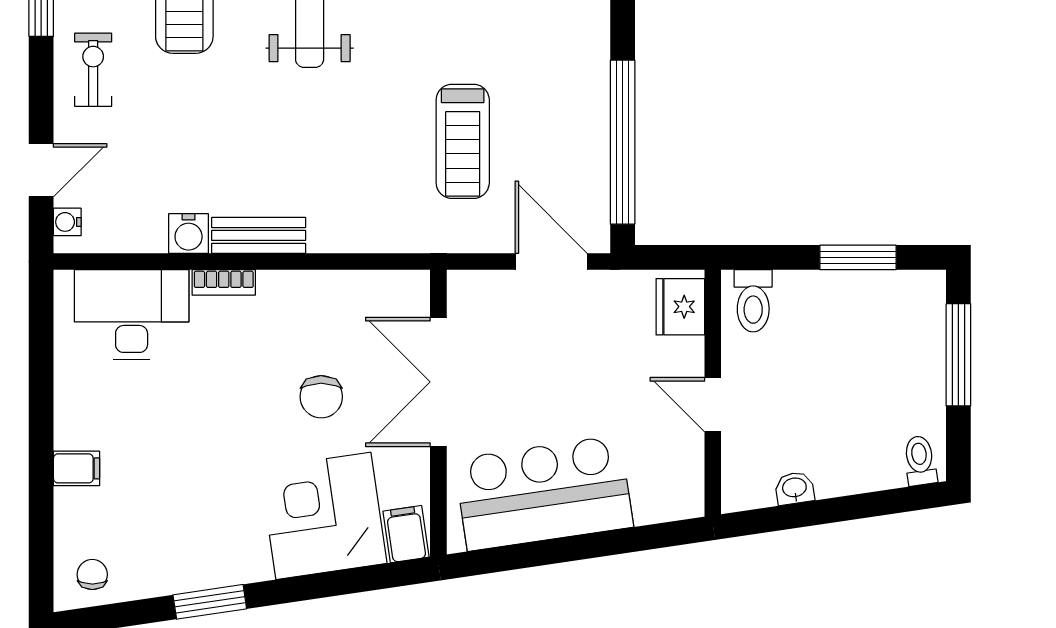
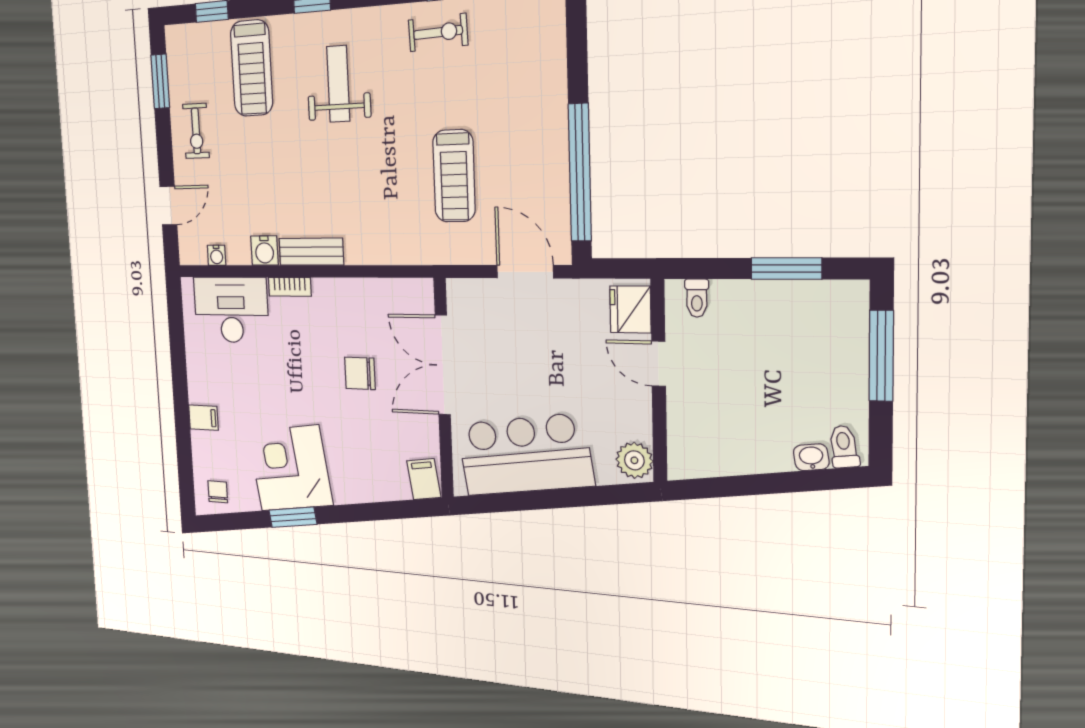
exercise bike: (93, 70) -> (196, 131), turned 180
water cooler: (67, 222) -> (217, 255), moved, turned -90
toilet: (753, 301) -> (697, 298), width x0.73, depth x0.72
chair: (321, 397) -> (360, 373), turned 90
door: (713, 405) -> (659, 364), moved
washbasin: (795, 488) -> (811, 457), moved
plant: (682, 491) -> (634, 460), added
corner desk: (323, 516) -> (290, 468), moved

